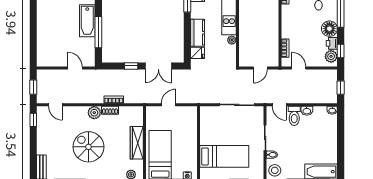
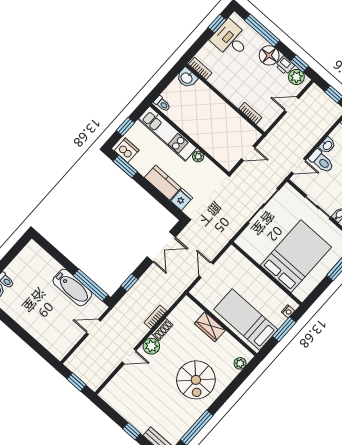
bathtub: (87, 21) -> (72, 288), moved
window: (98, 32) -> (91, 285), moved
window: (131, 66) -> (129, 283), moved
door: (260, 68) -> (248, 153), hinge flipped
door: (299, 68) -> (292, 105), moved
door: (56, 105) -> (129, 356), moved
window: (33, 120) -> (132, 431), moved
wardrobe: (137, 143) -> (210, 327), width x0.67
spiral stairs: (88, 147) -> (196, 380), moved, turned -90
bed: (224, 156) -> (296, 256), width x1.50

